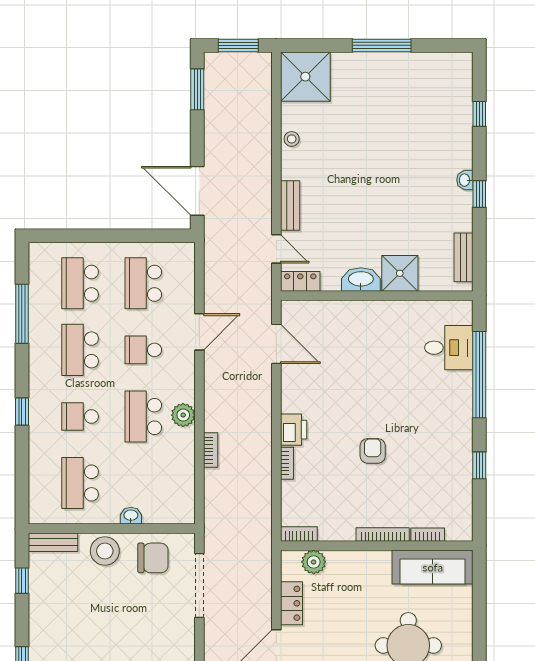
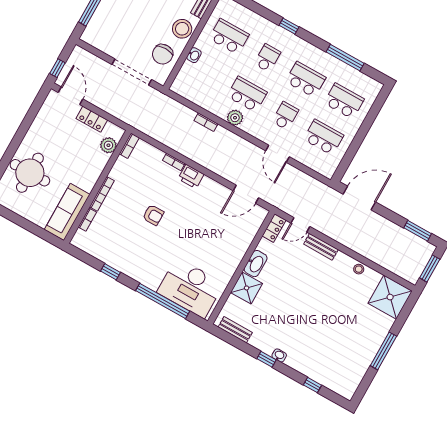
desk: (449, 348) -> (190, 288), width x1.87, depth x1.30

